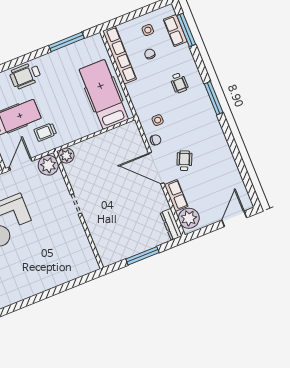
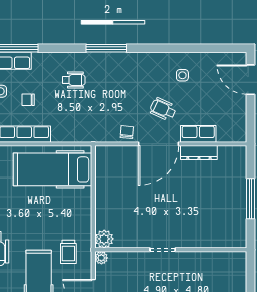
side table: (158, 120) -> (182, 75), moved
plant: (48, 165) -> (101, 258), width x0.53, depth x0.53
plant: (189, 218) -> (229, 130), removed
dresser: (171, 224) -> (199, 153), moved

